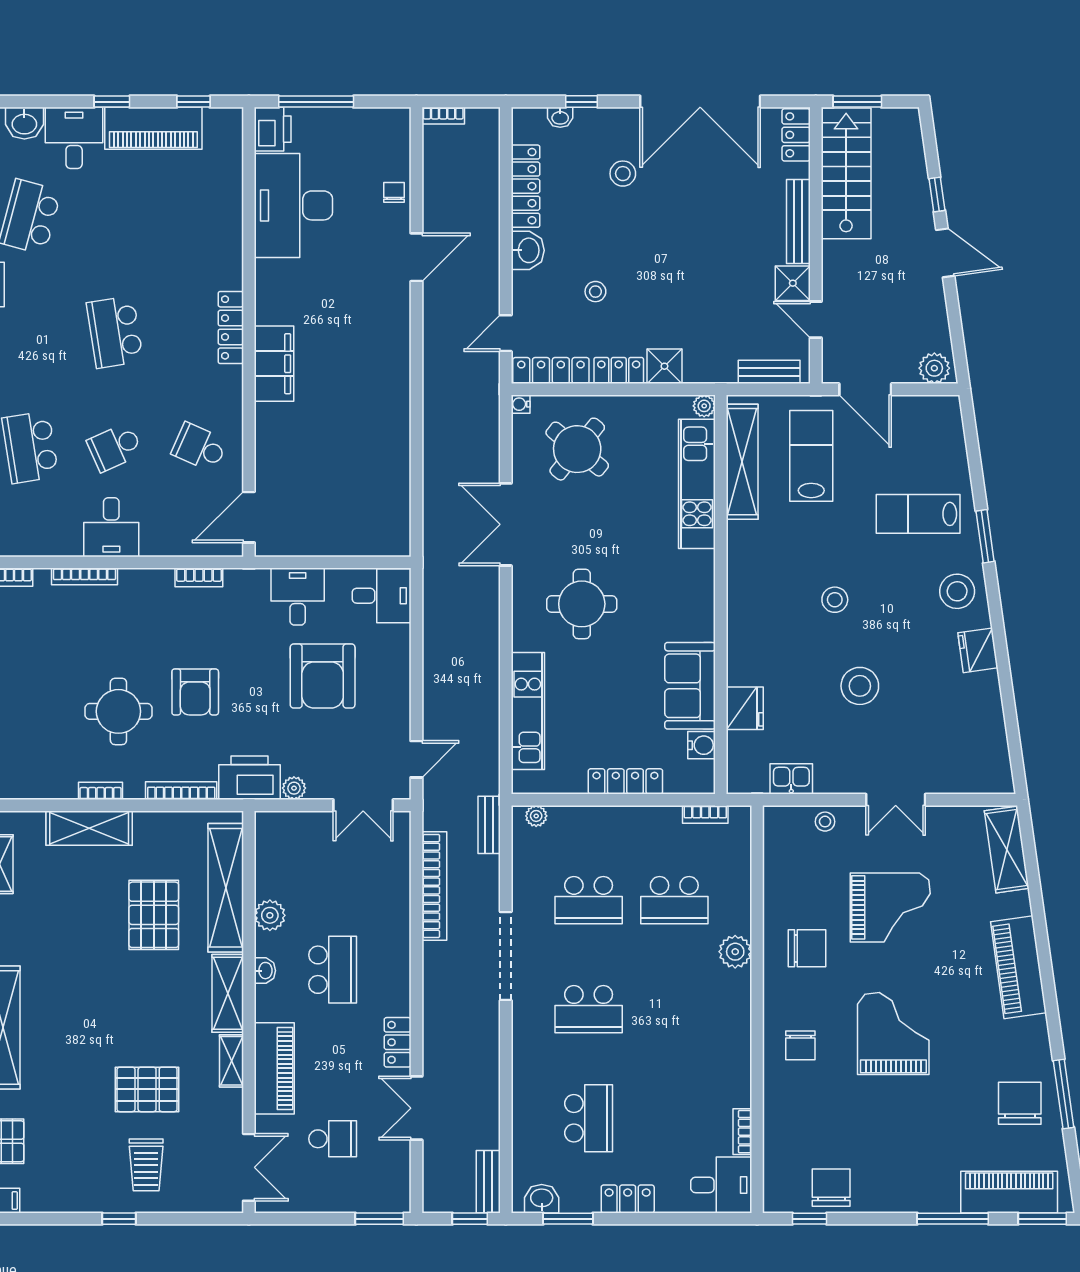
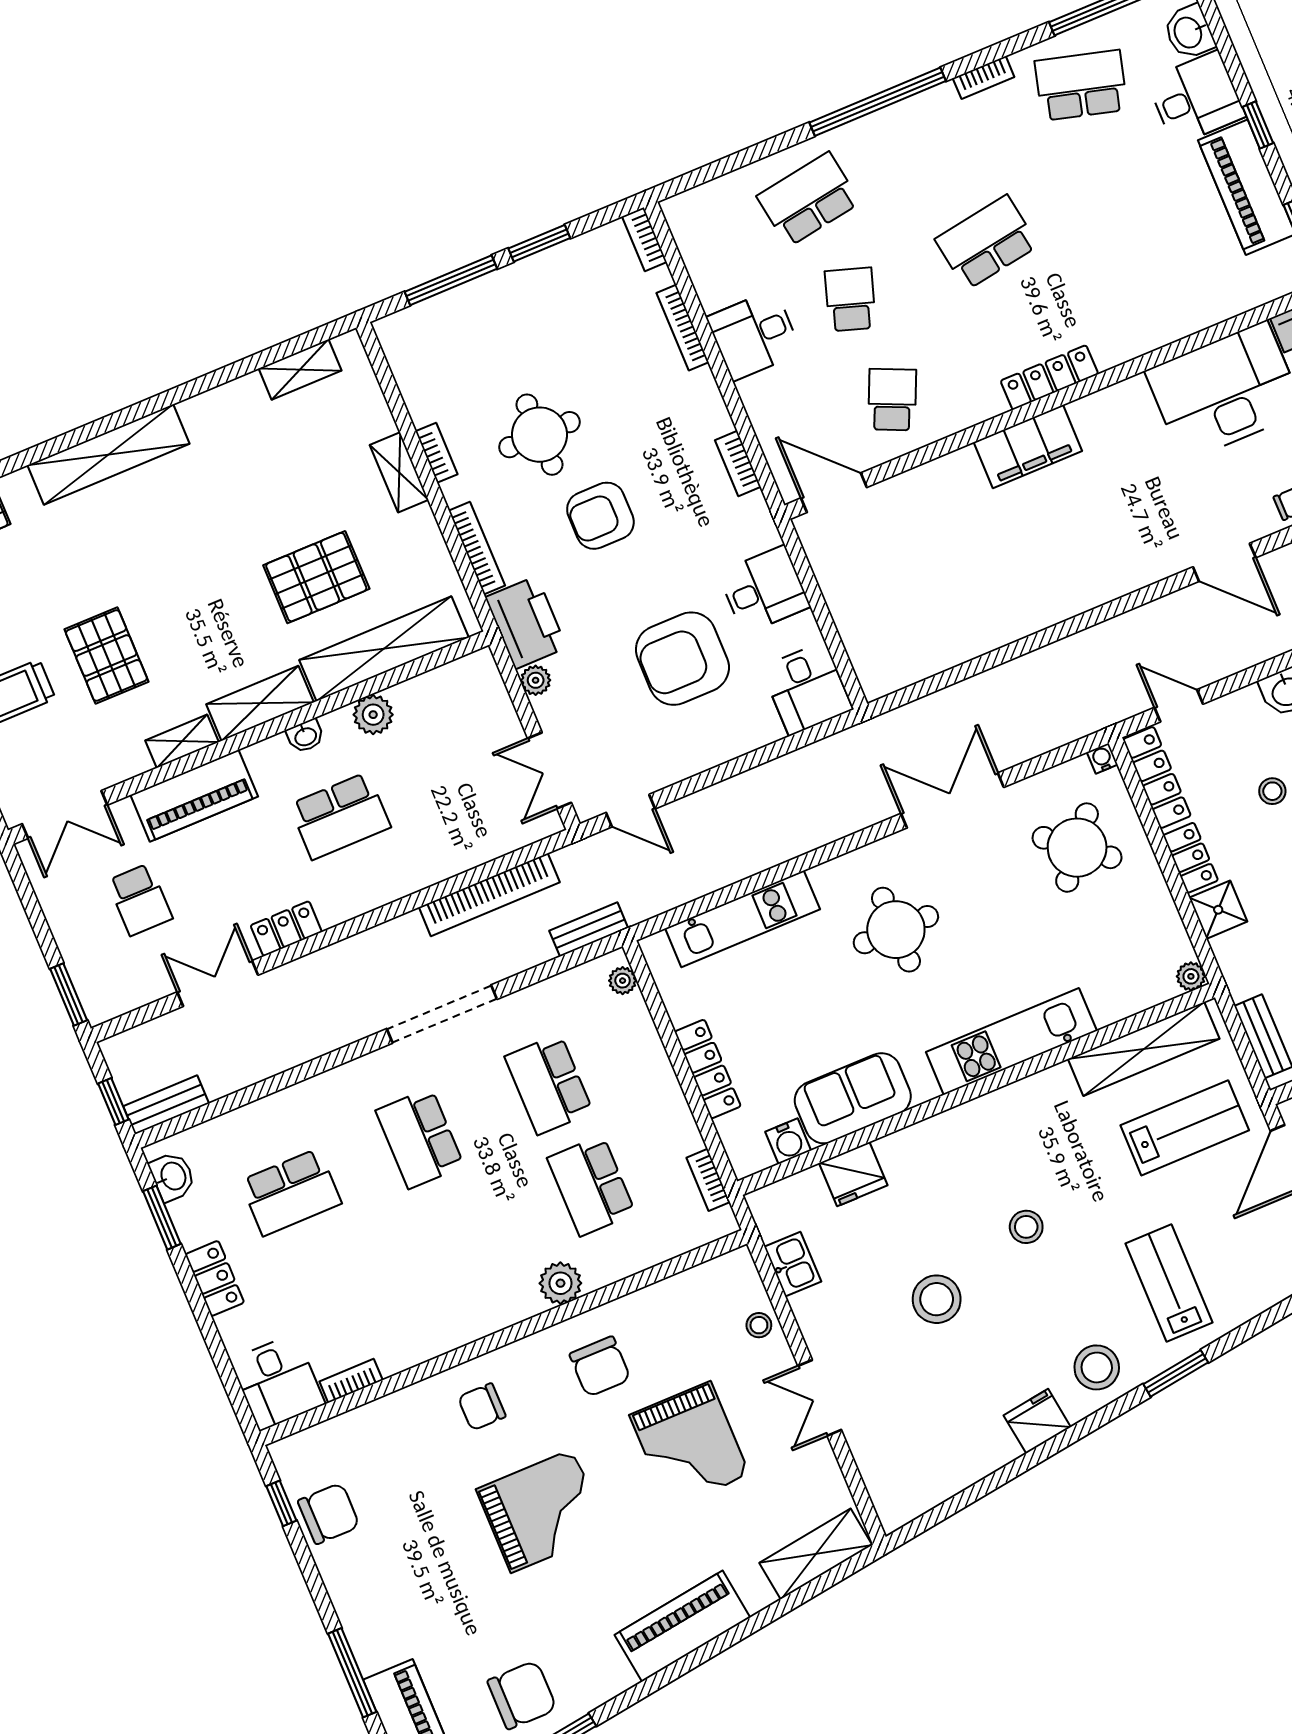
school desk: (115, 447) -> (850, 299), turned 42
kitchen unit: (697, 484) -> (1011, 1042), moved
shelving: (89, 828) -> (399, 472), width x0.67, depth x0.75

